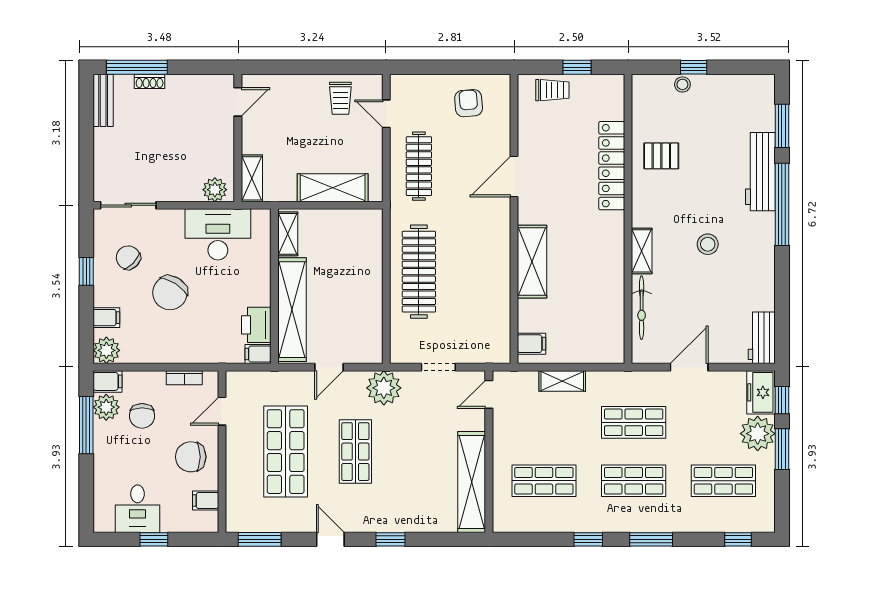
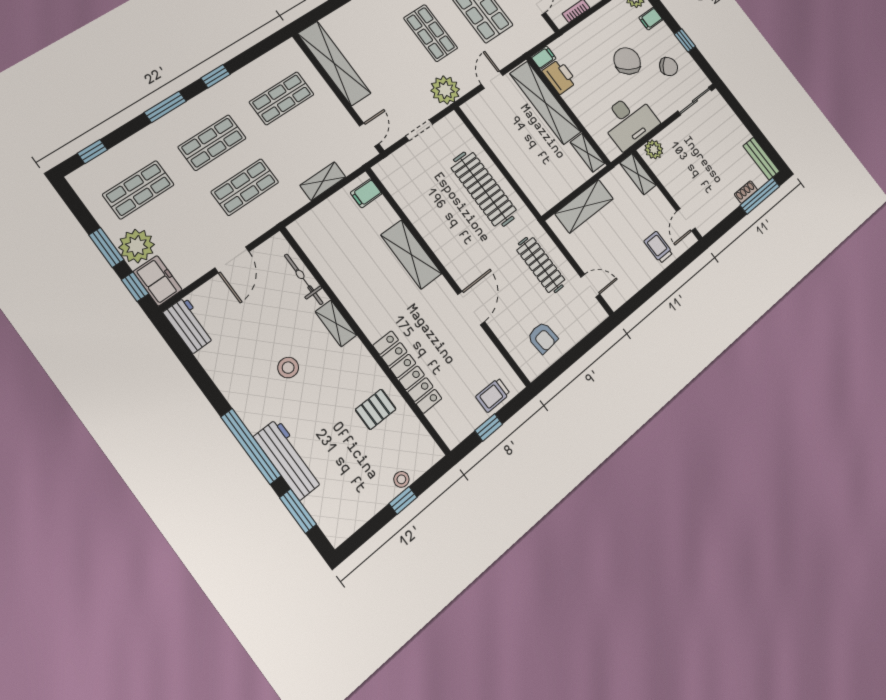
trolley: (340, 98) -> (658, 247), moved

